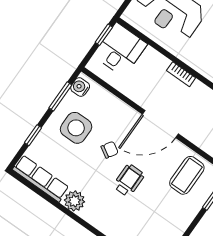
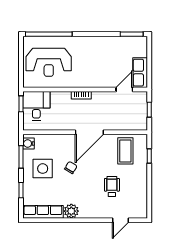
wheelchair: (129, 180) -> (112, 186), moved

